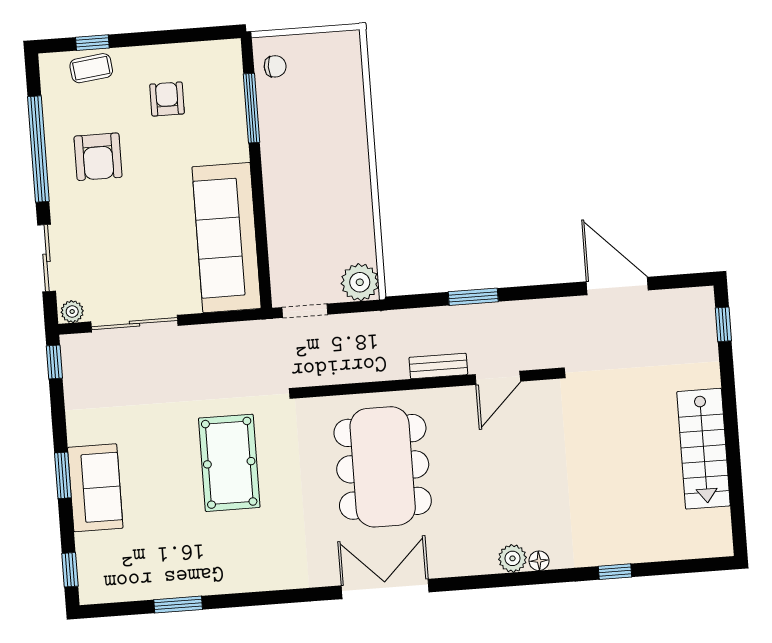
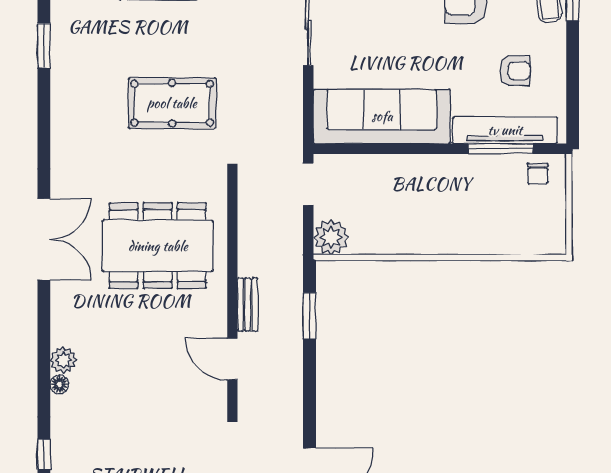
tv unit: (231, 105) -> (505, 130), added
window: (473, 297) -> (309, 316), moved

